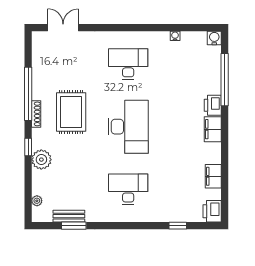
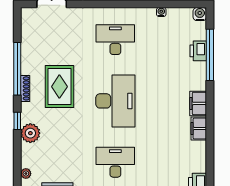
printer: (213, 105) -> (198, 51), moved
filing cabinet: (213, 176) -> (199, 128), moved

